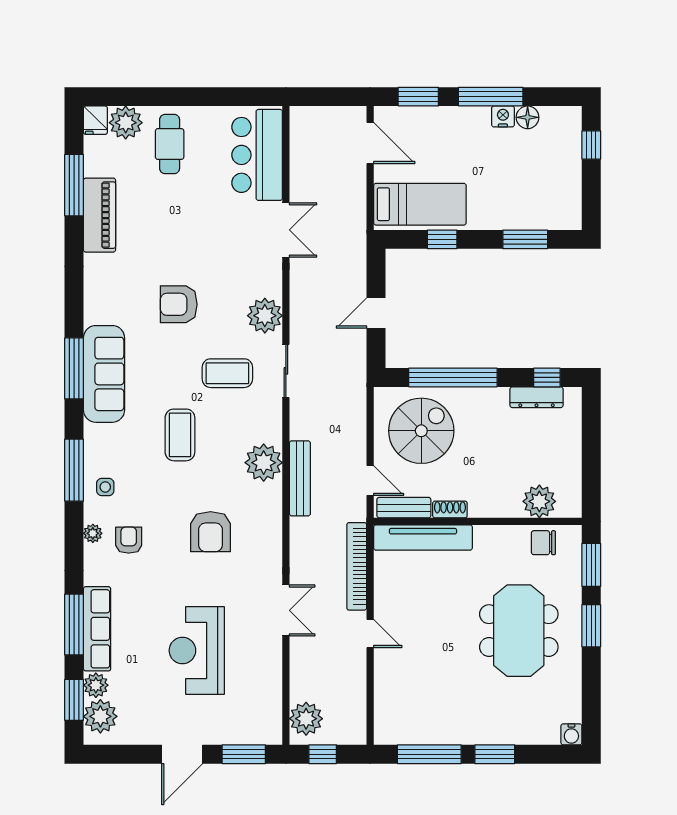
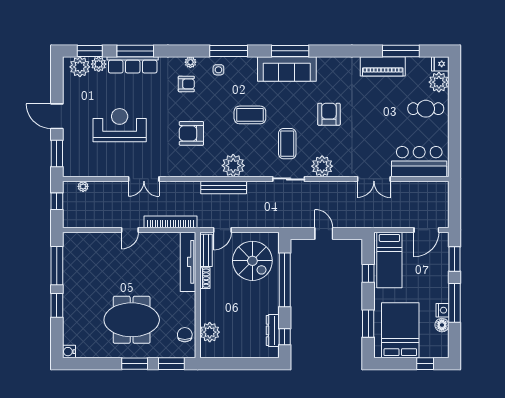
bed: (536, 186) -> (400, 330), added
plant: (306, 719) -> (83, 186), width x0.53, depth x0.53

